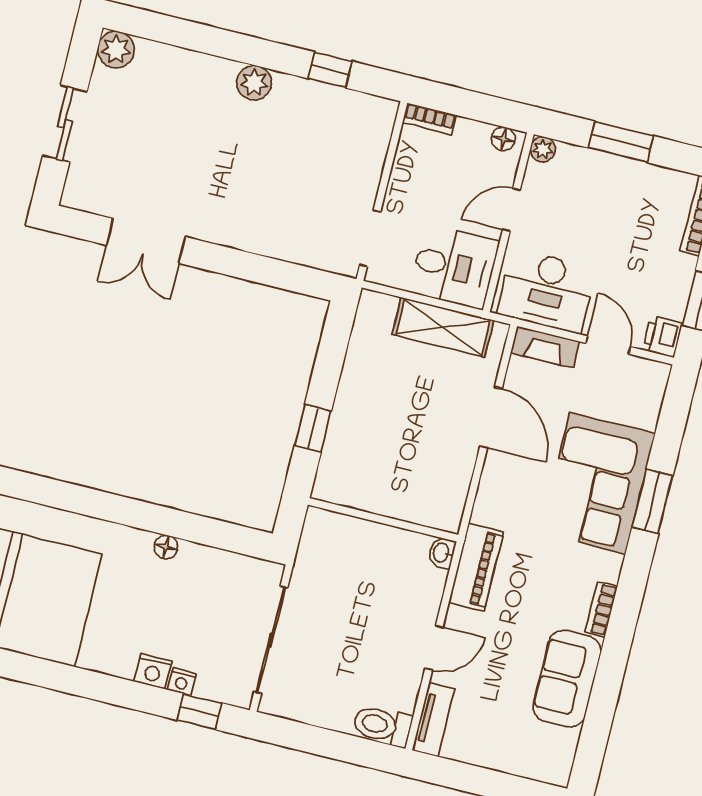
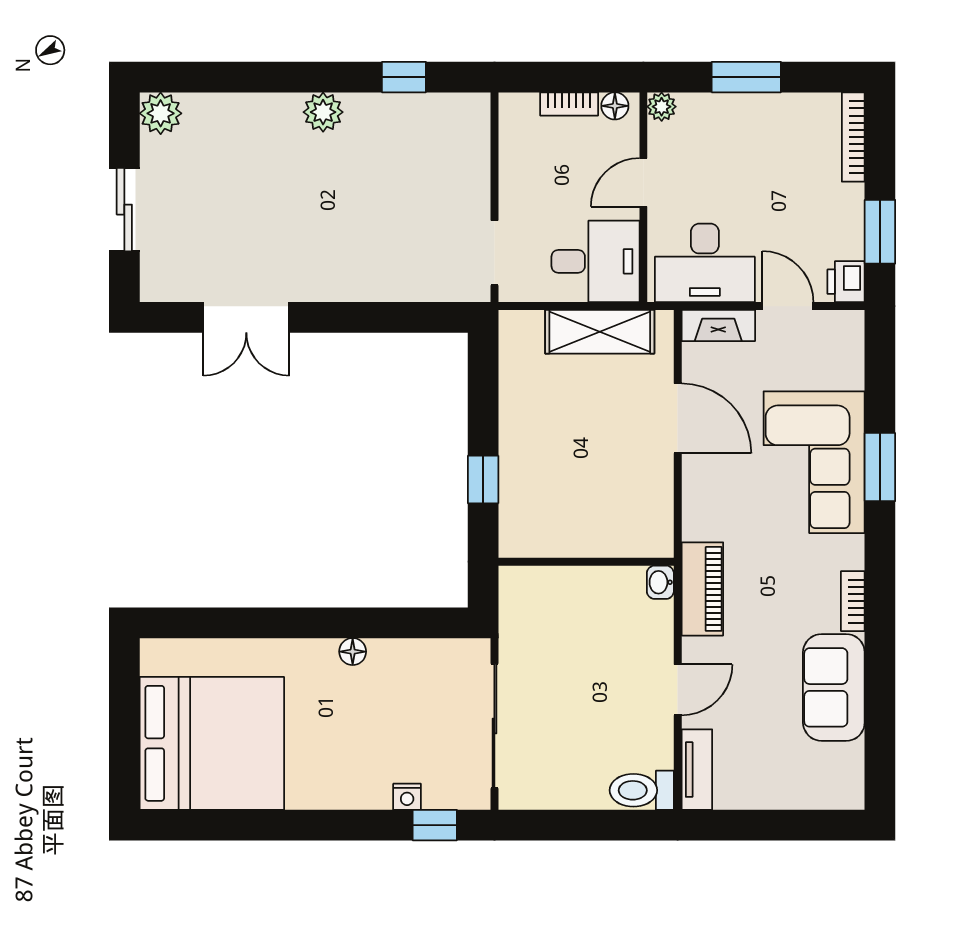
bookcase: (429, 119) -> (569, 104), moved
nightstand: (153, 671) -> (372, 793), removed

